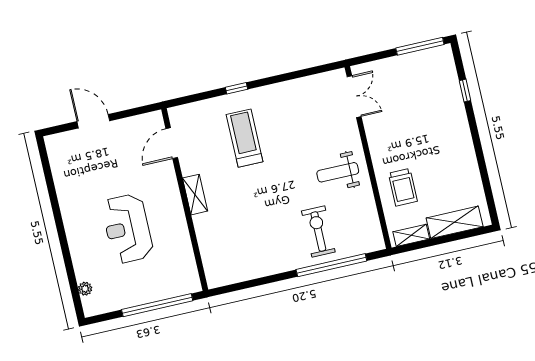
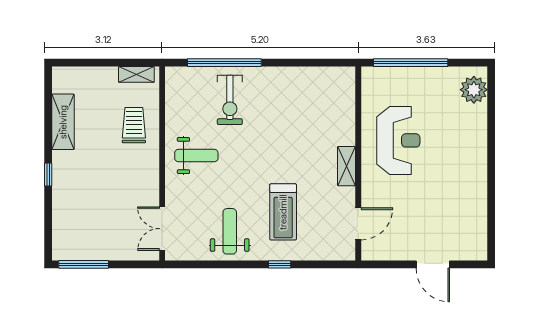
window: (465, 91) -> (48, 174), moved
weight bench: (290, 108) -> (230, 231), added
shelving: (455, 222) -> (63, 122), moved, turned 90
reception desk: (127, 229) -> (398, 140), moved
plant: (85, 289) -> (474, 90), width x1.87, depth x1.87

